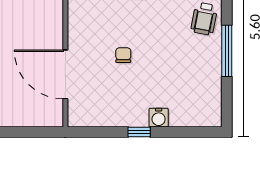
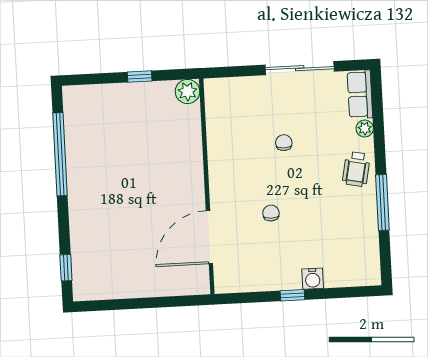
door: (65, 74) -> (209, 237), hinge flipped

